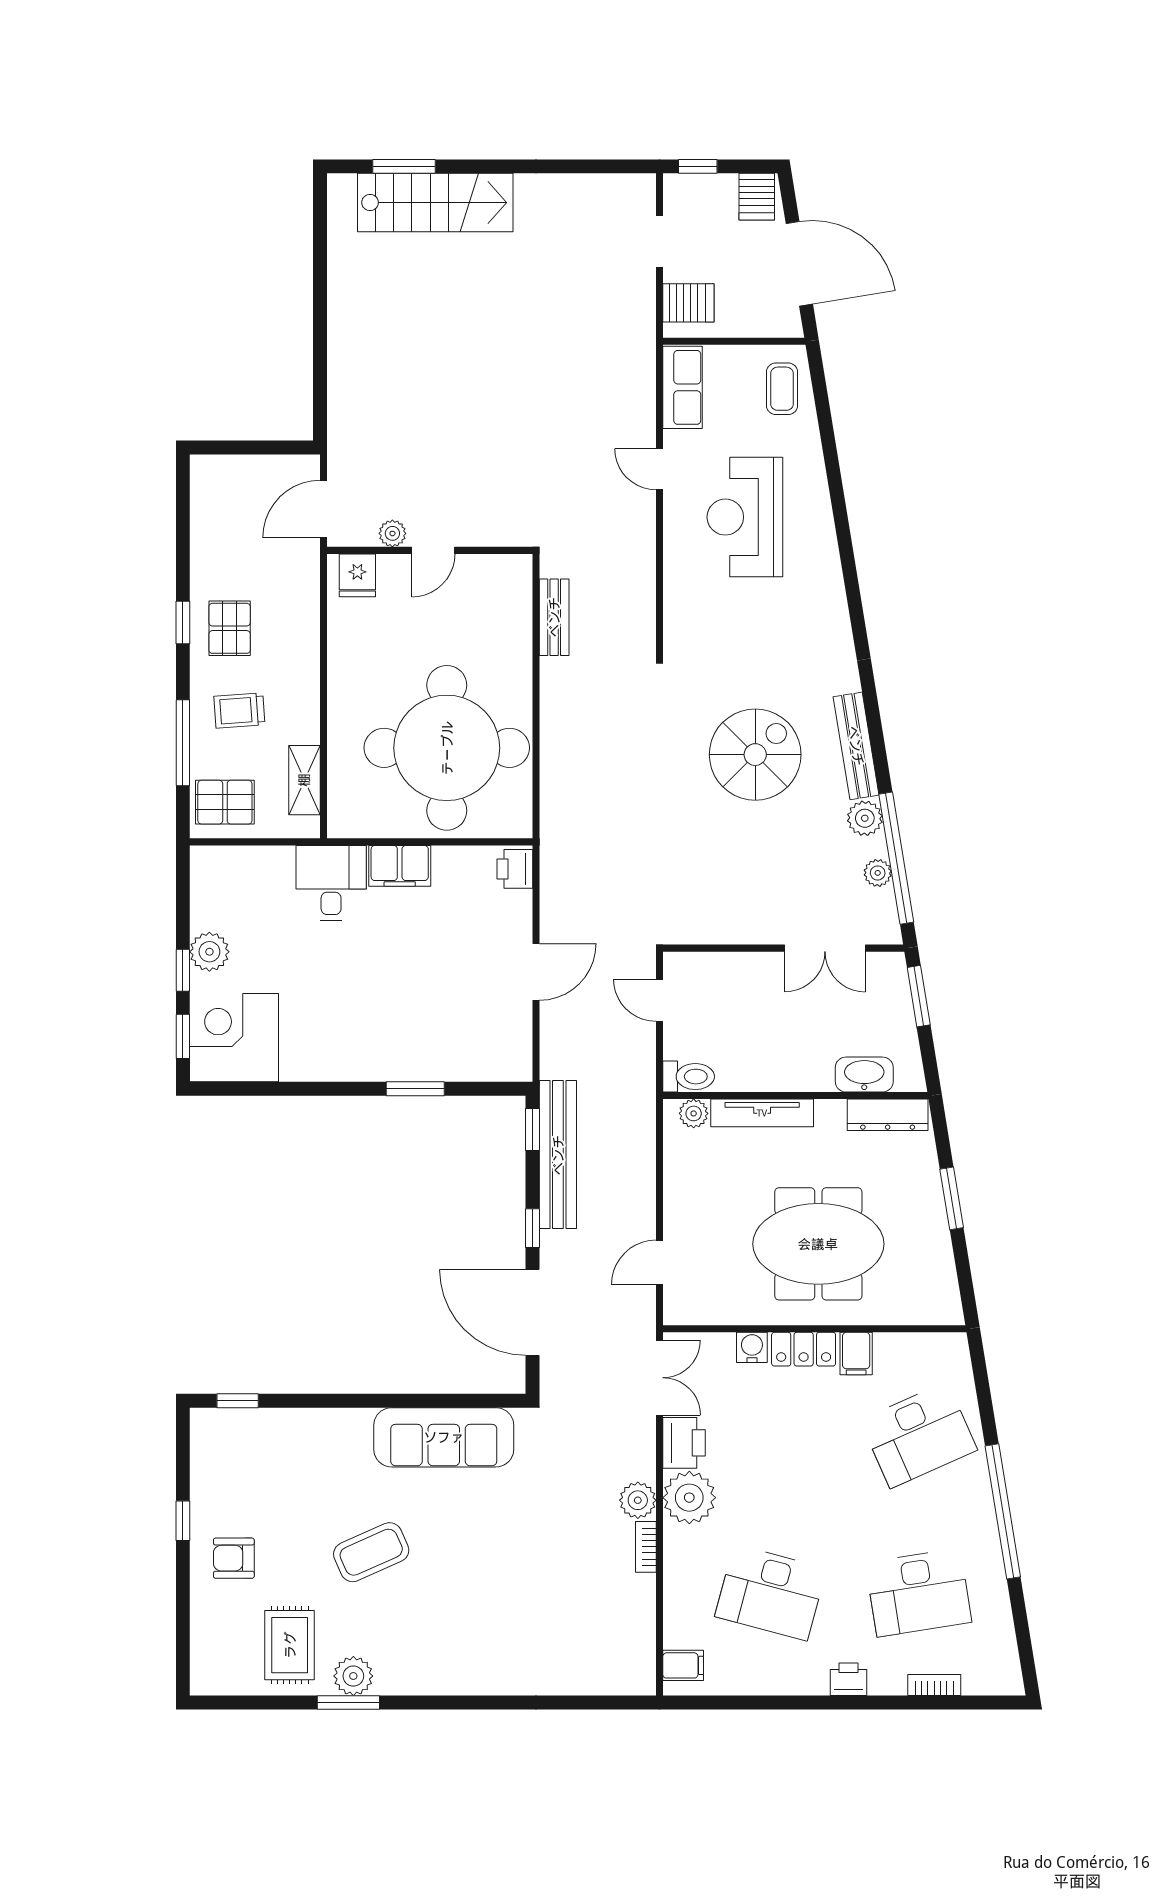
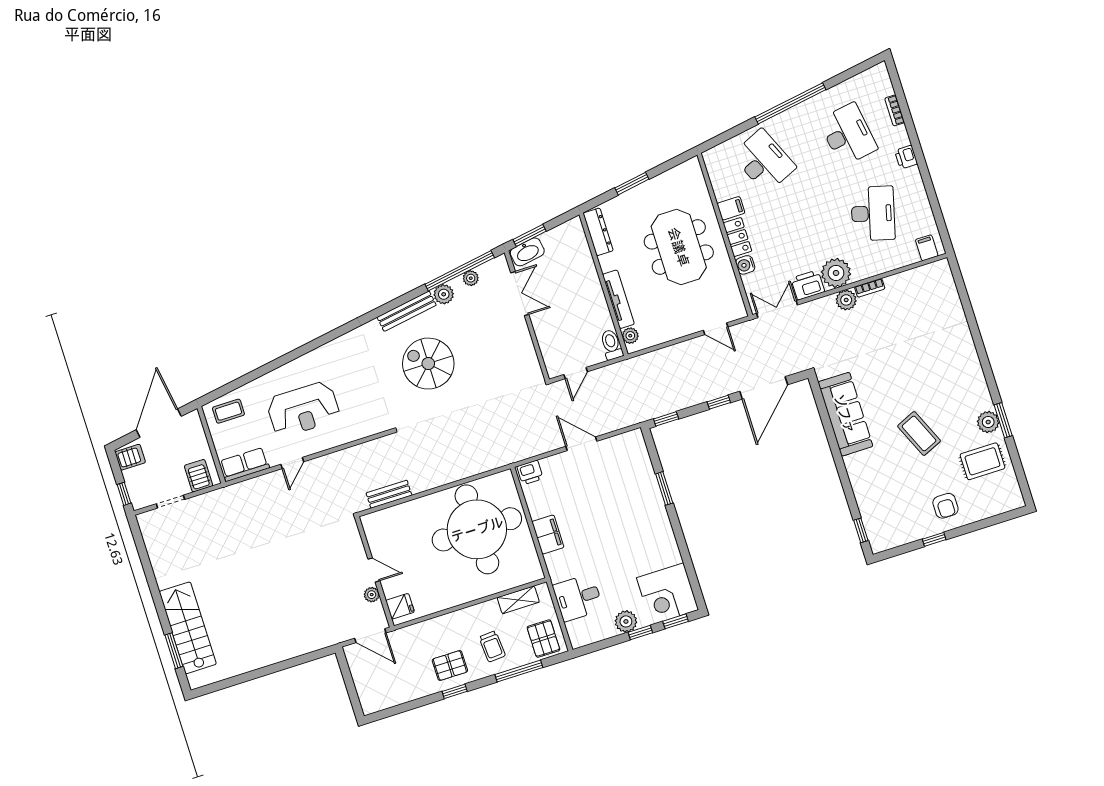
desk: (331, 883) -> (578, 598), moved
washbasin: (864, 1075) -> (527, 252), moved, turned -99
bench: (558, 1155) -> (675, 401), removed

